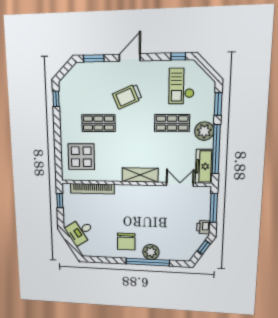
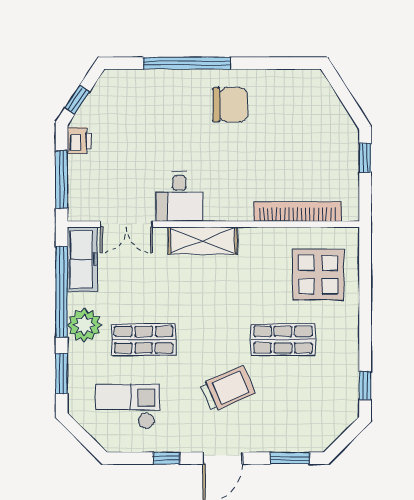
window: (178, 56) -> (167, 458), moved
checkout: (182, 86) -> (128, 406), turned -90
window: (60, 201) -> (365, 158), moved
desk: (80, 232) -> (179, 196), moved, turned 122
chair: (126, 242) -> (230, 105), turned 90
plant: (151, 252) -> (181, 85), removed

